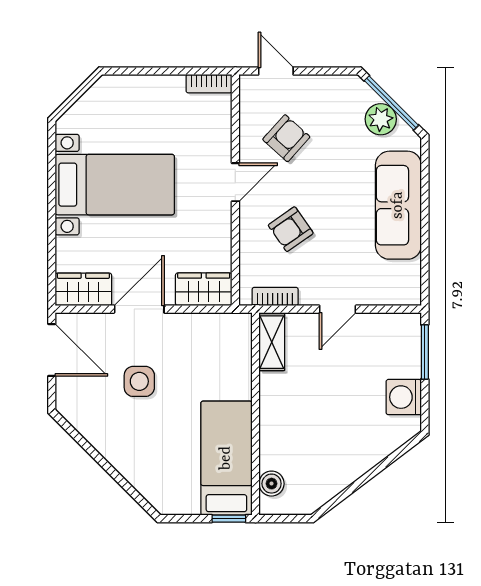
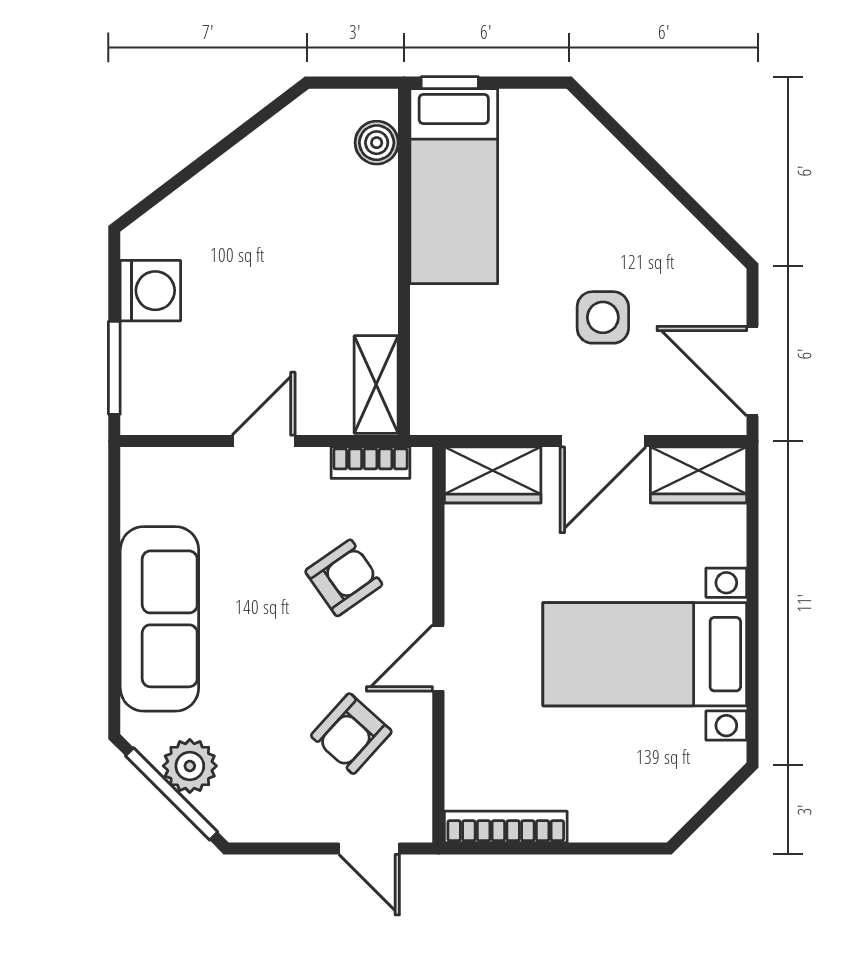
bookcase: (209, 84) -> (506, 827), width x1.56

